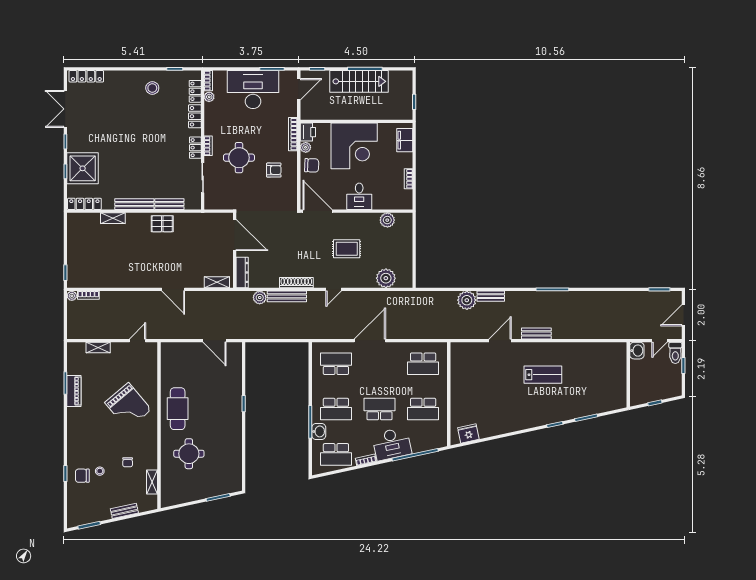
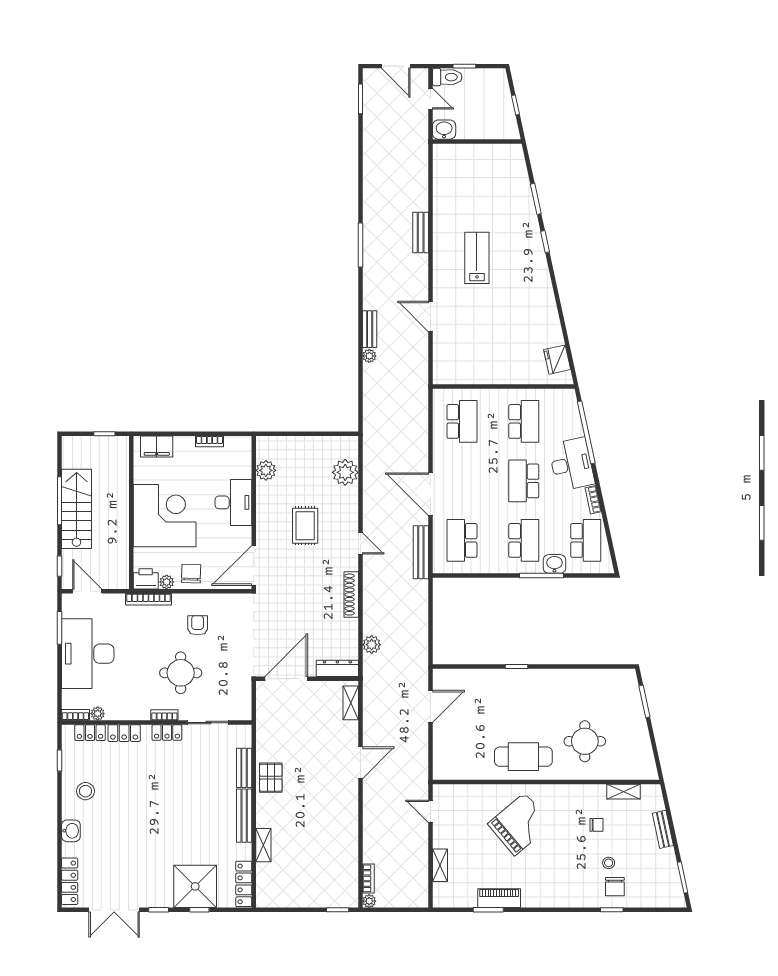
washbasin: (123, 77) -> (71, 831), added
desk: (359, 196) -> (233, 502), width x1.37
bench: (287, 296) -> (421, 552), moved
plant: (467, 300) -> (369, 356), width x0.53, depth x0.53
bench: (536, 333) -> (421, 233), moved

